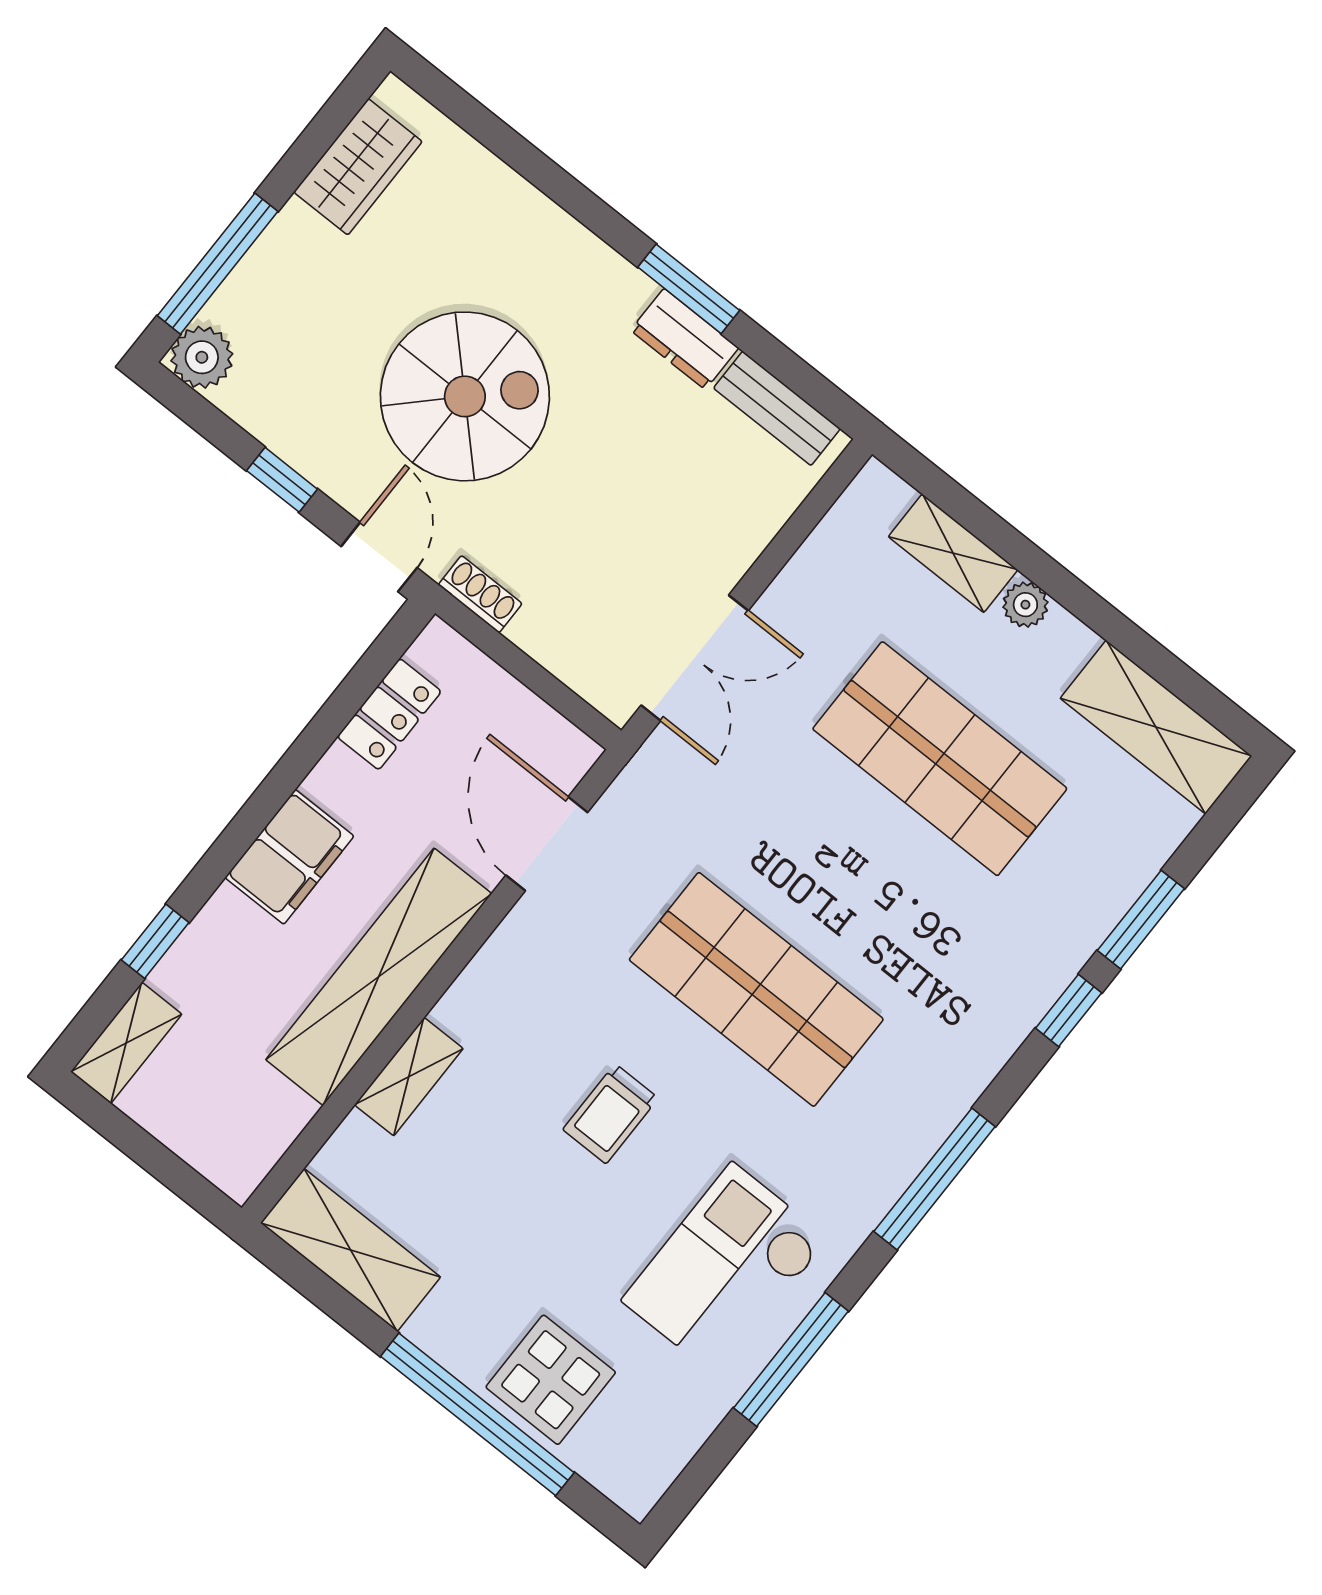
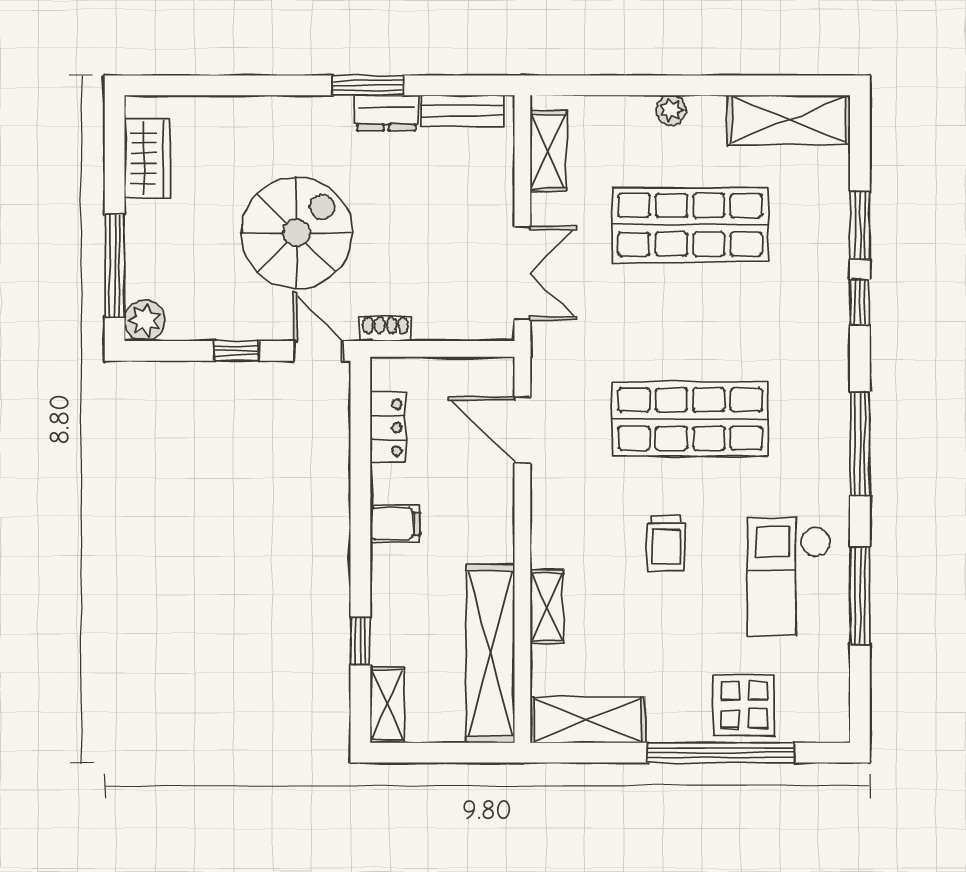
shelving: (953, 553) -> (548, 151), moved, turned 90
filing cabinet: (289, 857) -> (395, 524), width x0.50
shelving: (379, 977) -> (490, 654), moved

